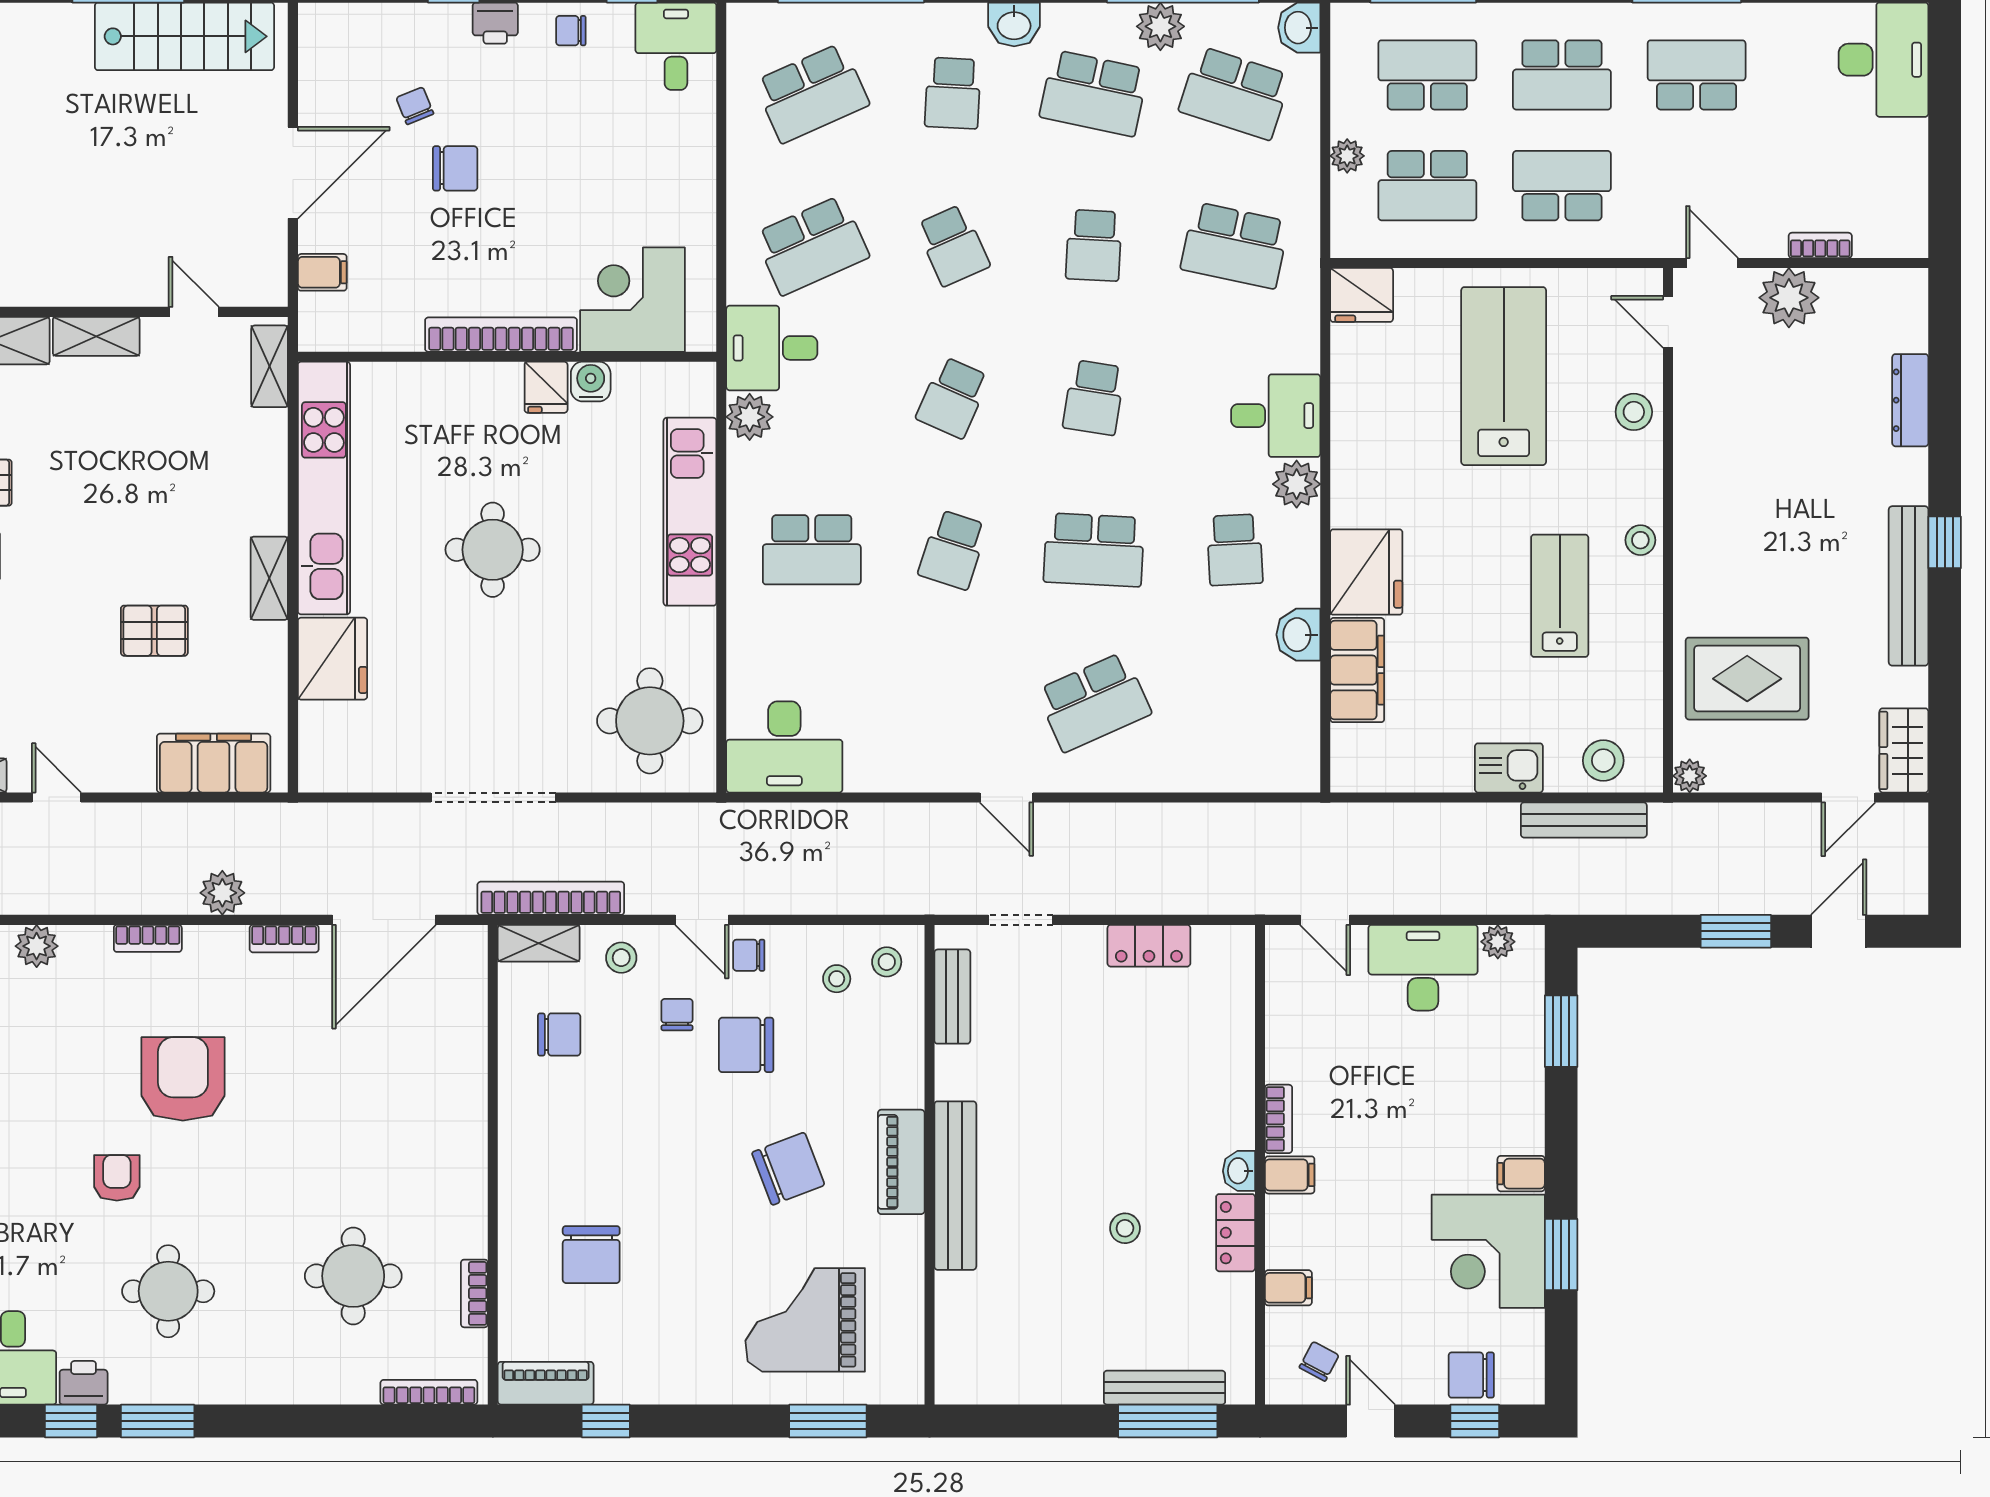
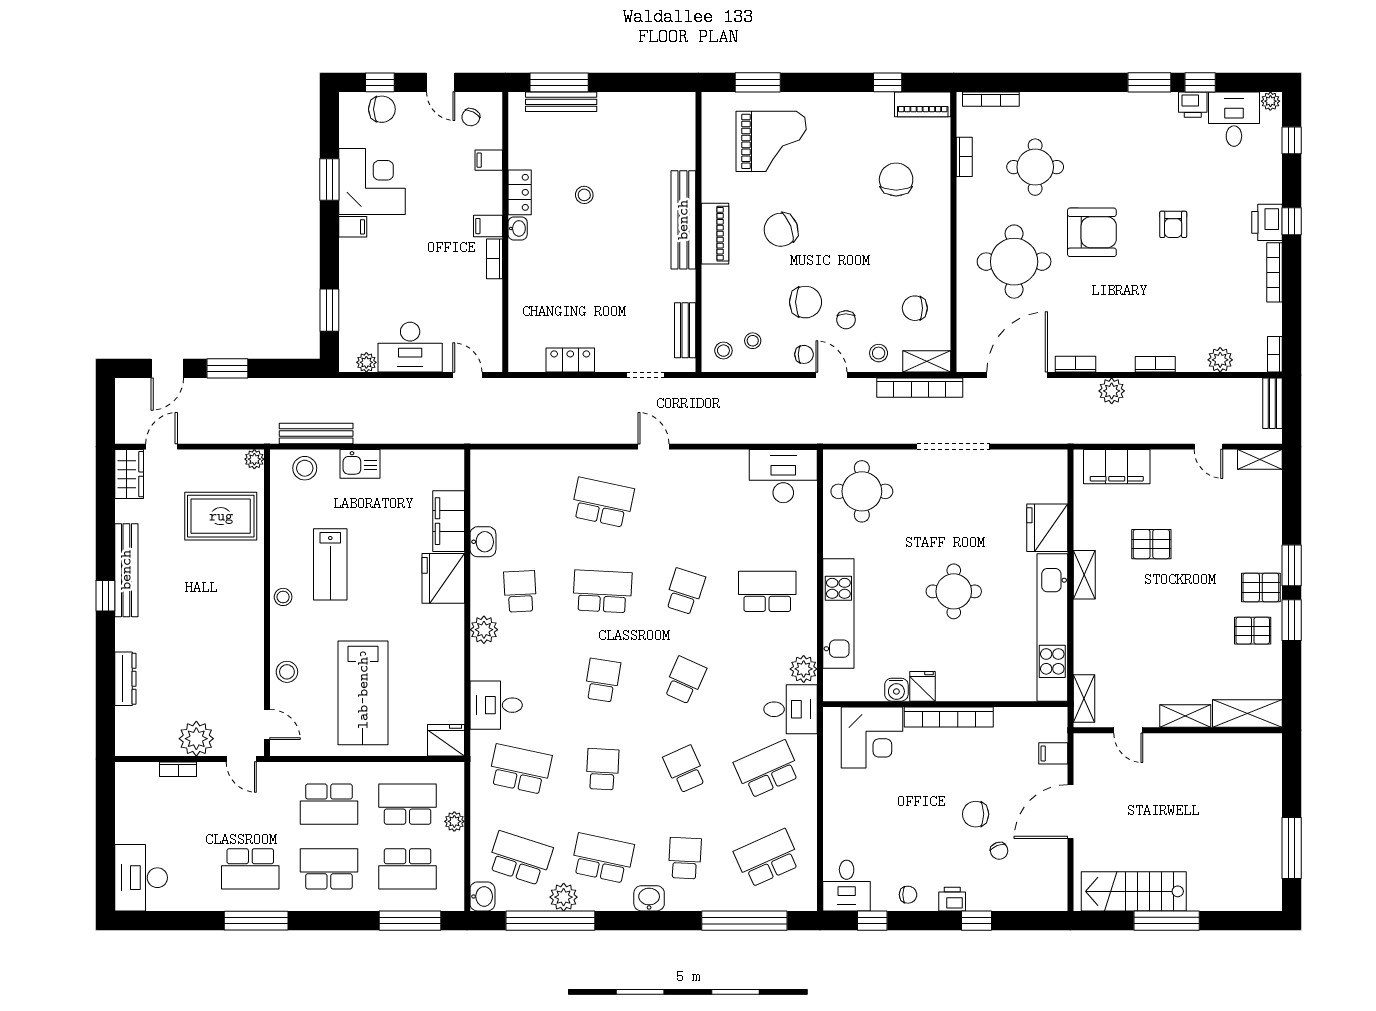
desk: (1276, 416) -> (496, 705), moved
school desk: (1094, 702) -> (602, 502), turned 36
armchair: (183, 1079) -> (1092, 232), moved, turned -90
round table: (168, 1291) -> (1014, 262), moved, width x1.36, depth x1.36

